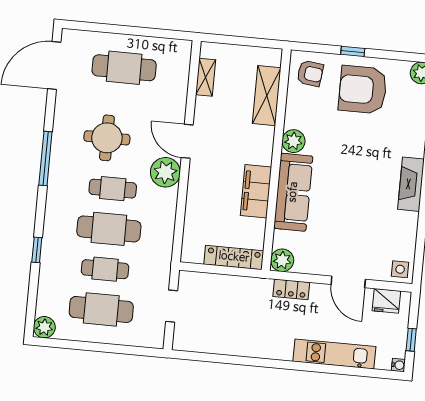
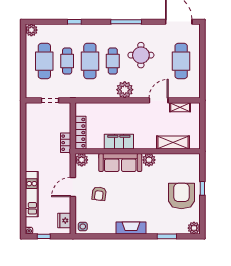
armchair: (310, 73) -> (99, 194), moved
door: (187, 141) -> (159, 100), moved
door: (348, 282) -> (73, 187), moved
locker: (291, 289) -> (66, 143), moved

